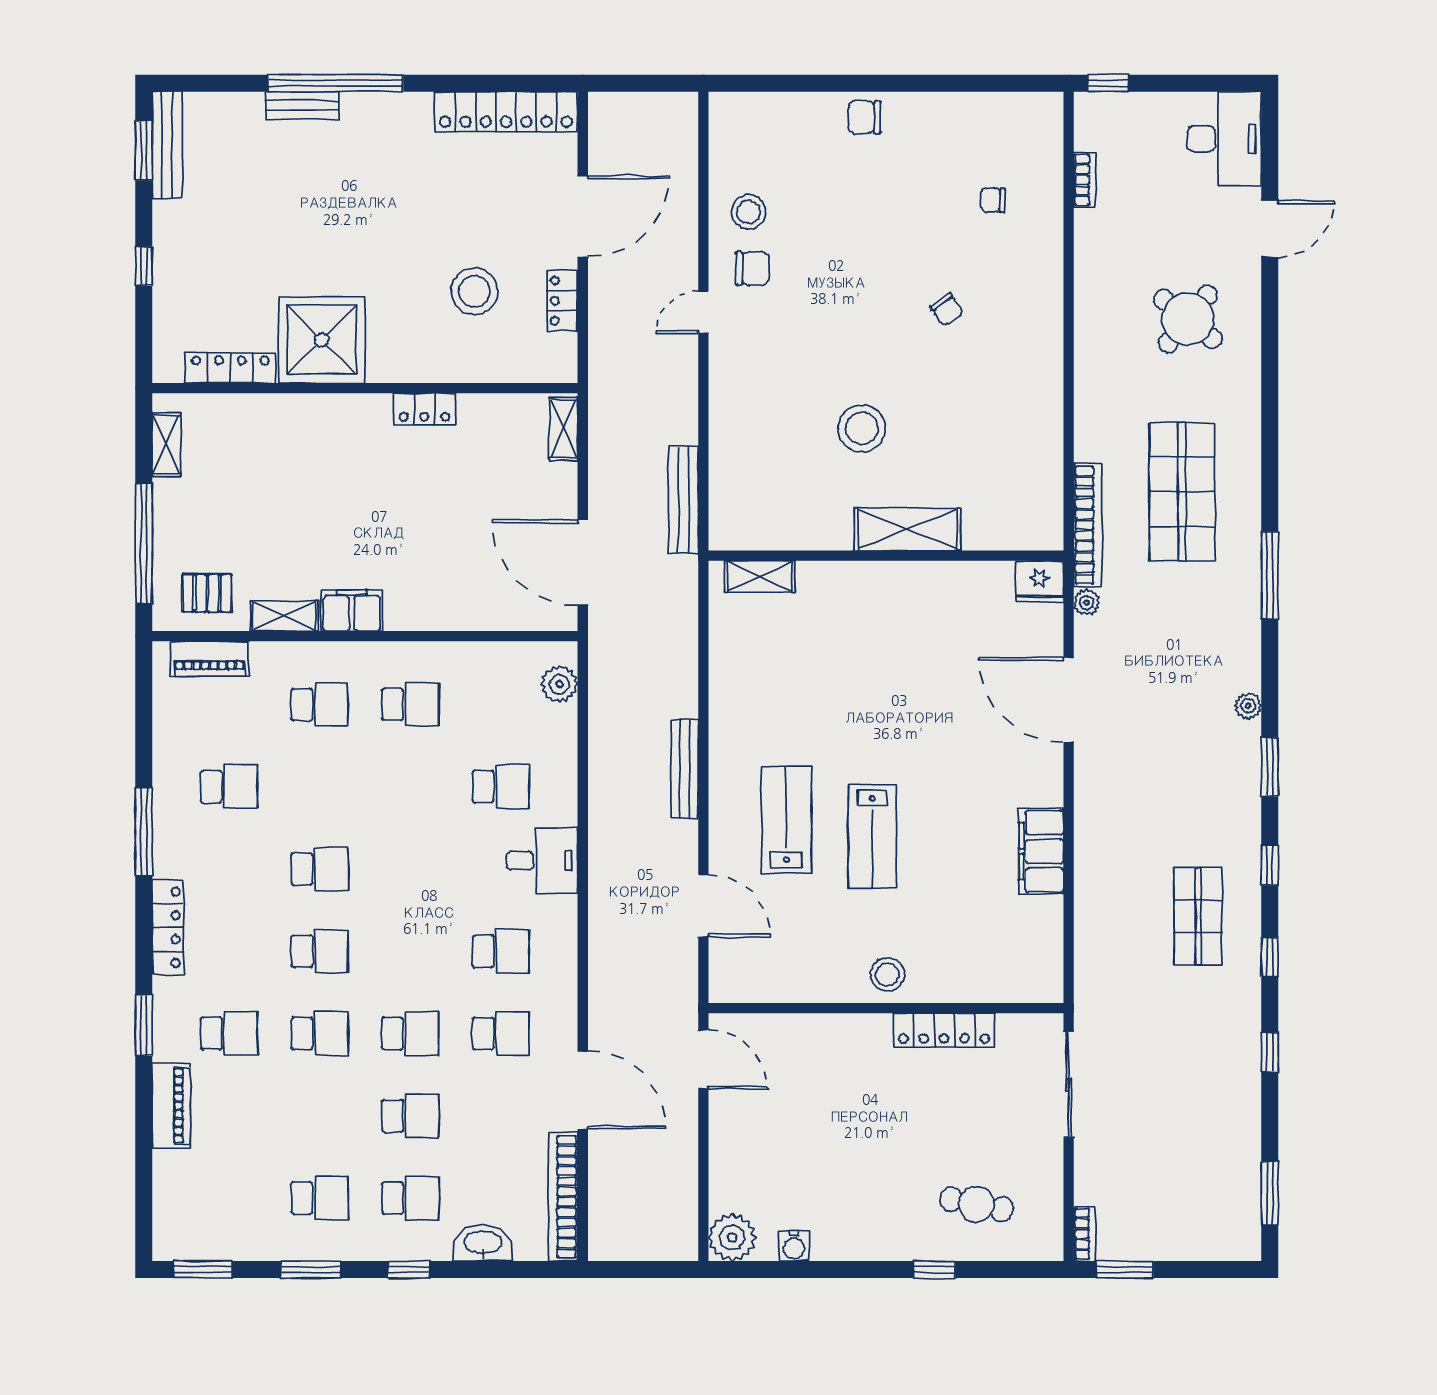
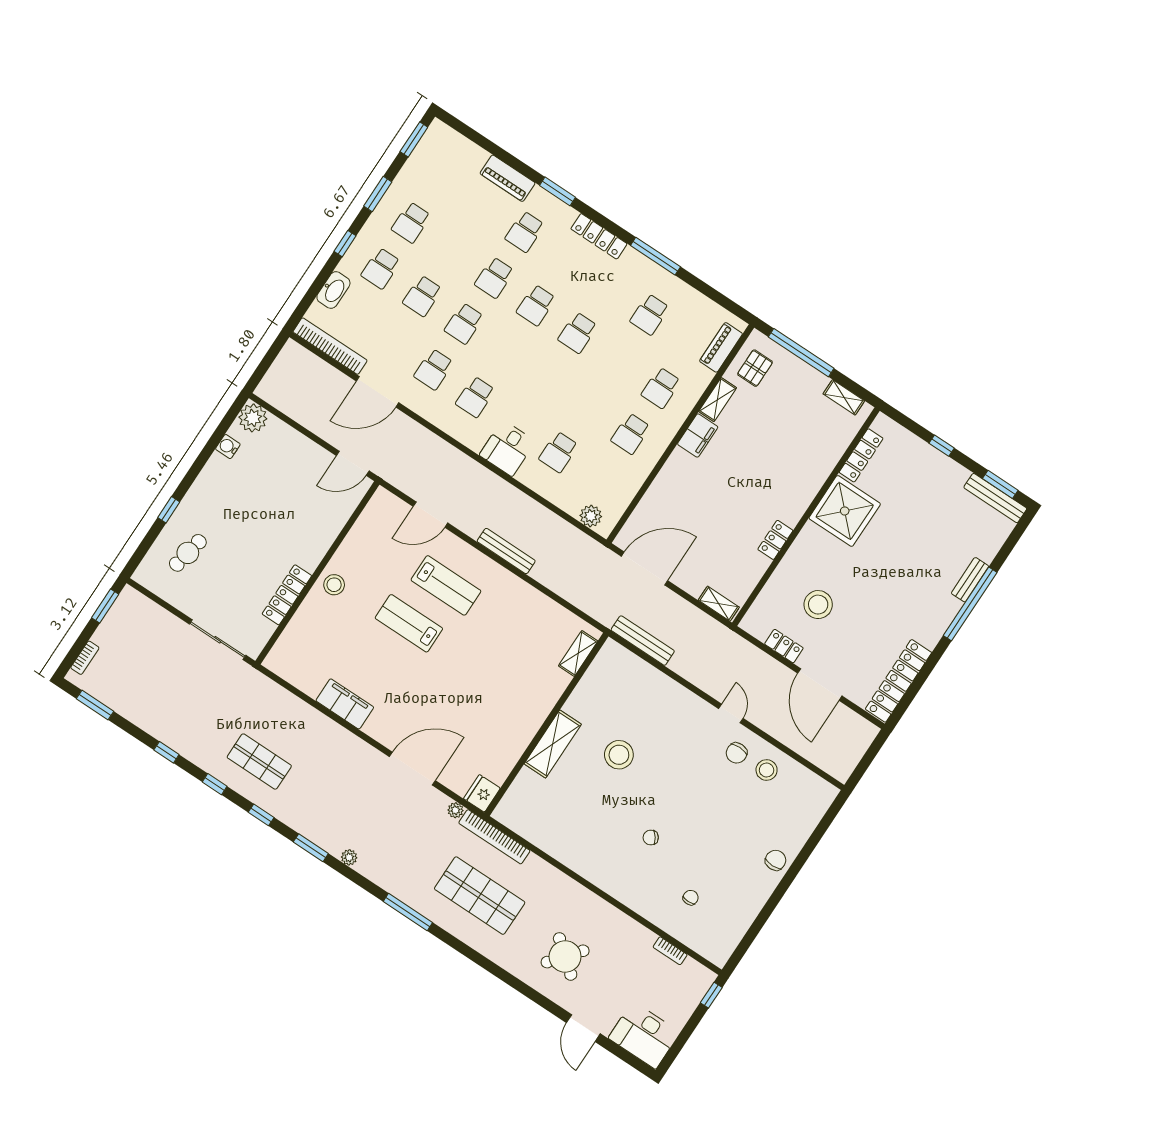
bookcase: (1085, 1234) -> (85, 658), moved, turned -90

